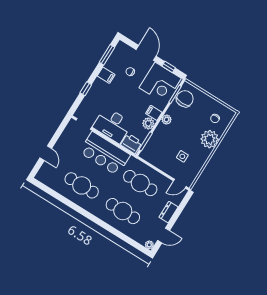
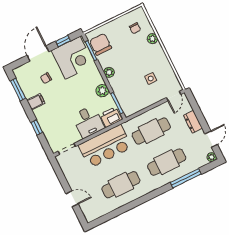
door: (146, 53) -> (38, 53), hinge flipped
filing cabinet: (154, 113) -> (96, 80), removed
desk: (112, 125) -> (88, 122), width x0.73
plant: (210, 139) -> (152, 39), width x0.53, depth x0.53
window: (119, 235) -> (186, 178), added

